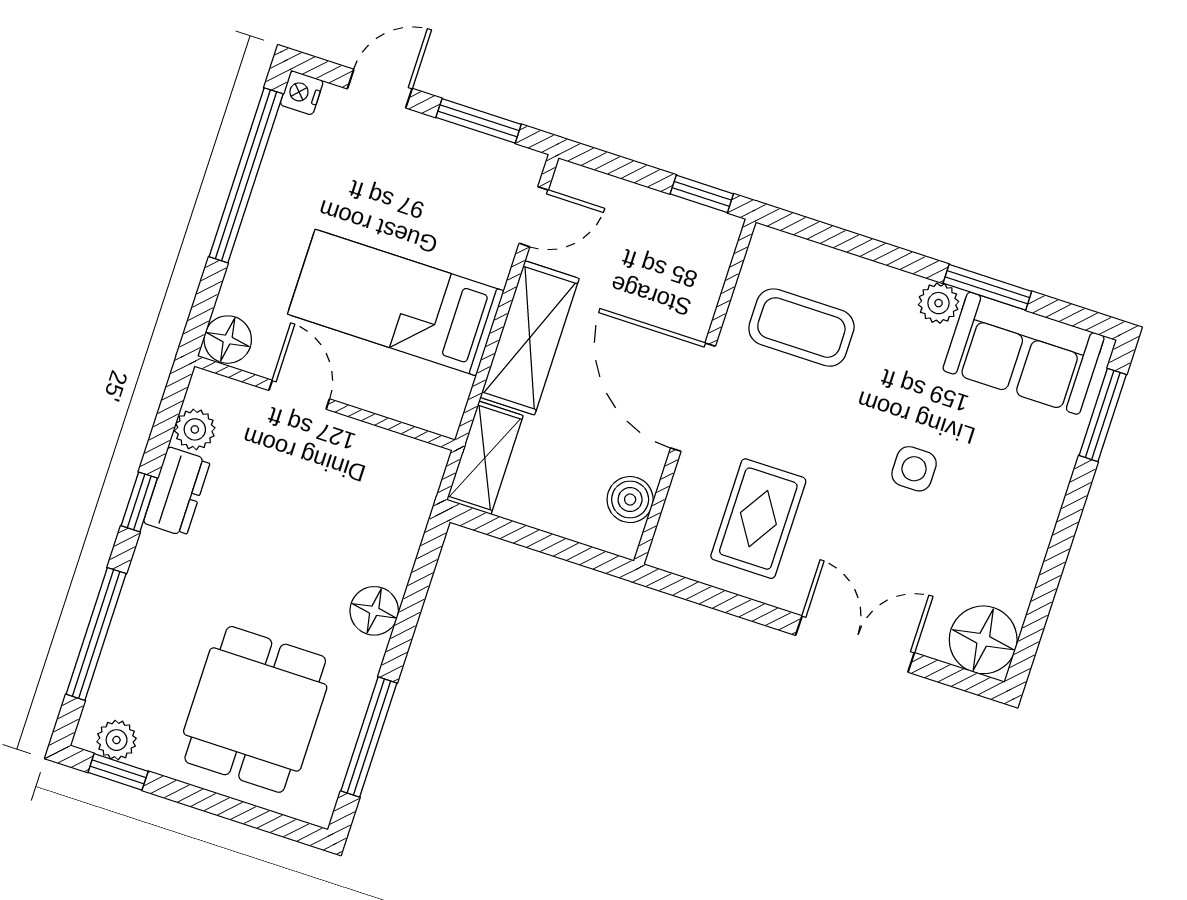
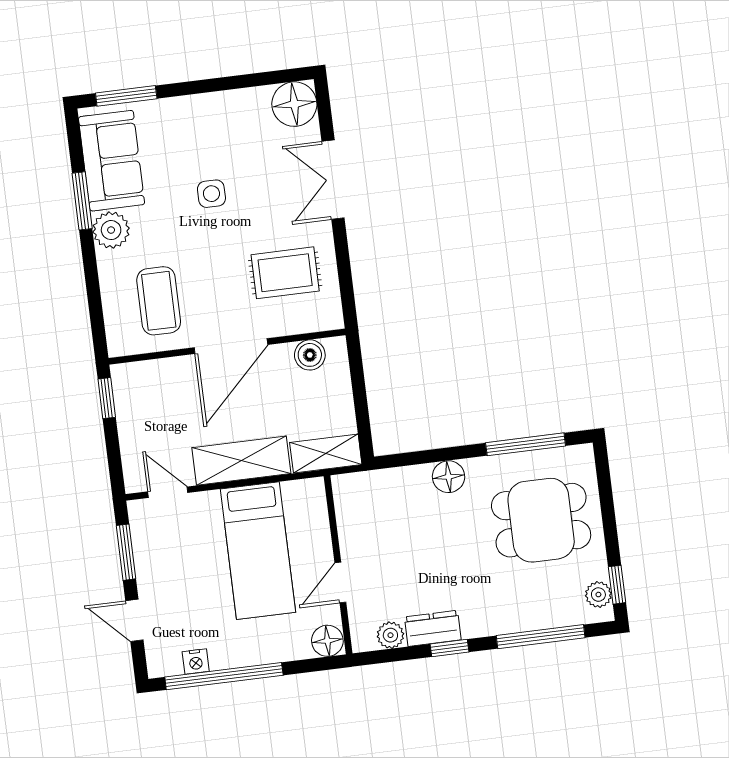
nightstand: (302, 93) -> (196, 661), moved
plant: (939, 303) -> (111, 230), width x1.38, depth x1.38

